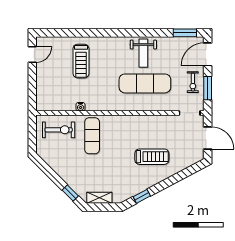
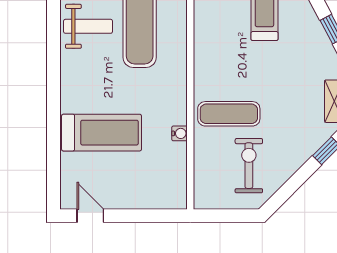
treadmill: (81, 61) -> (102, 133), width x1.37, depth x1.38
exercise bike: (59, 130) -> (249, 166), moved

